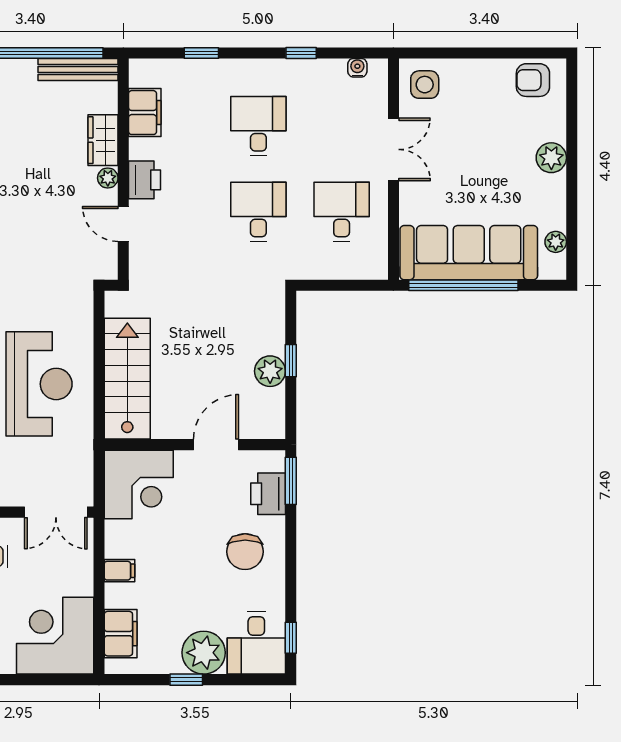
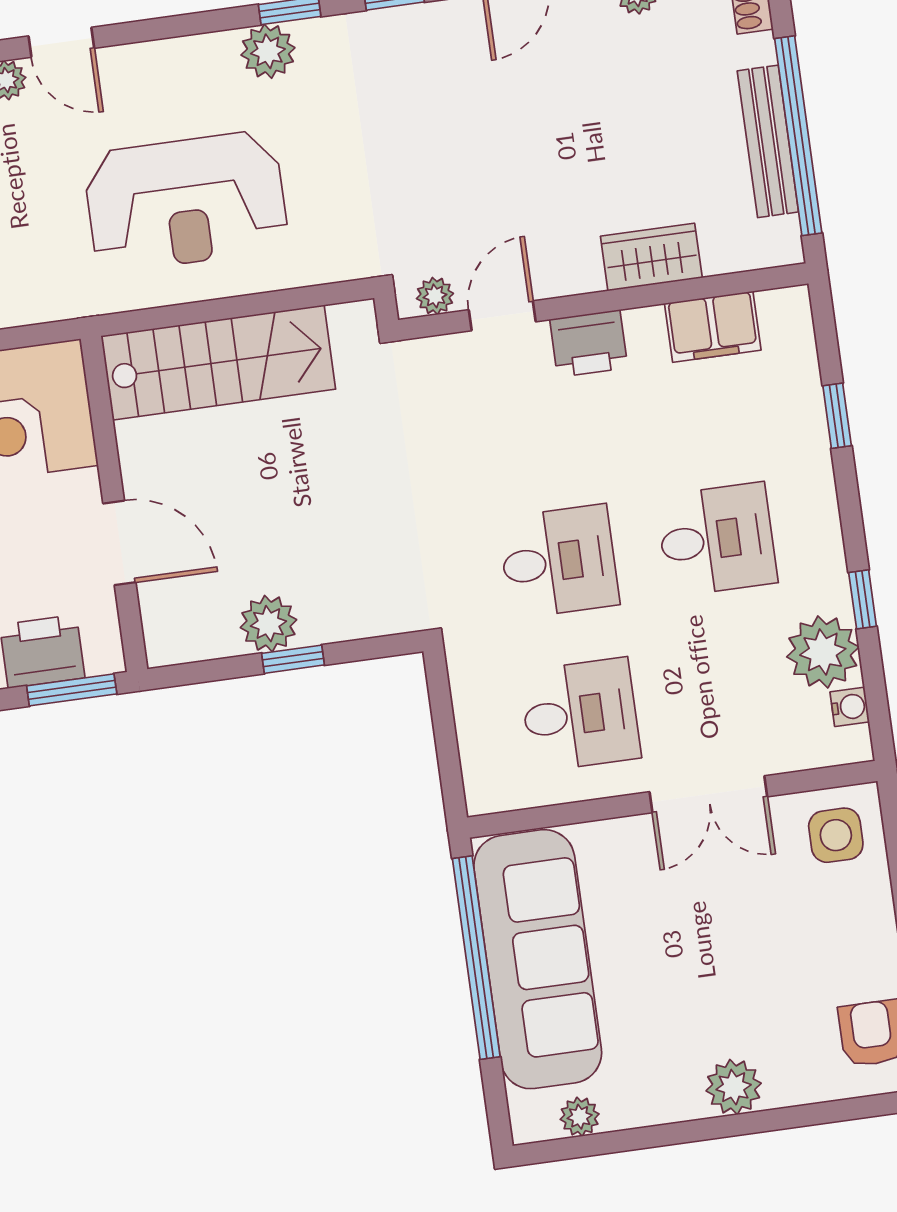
bench: (78, 69) -> (768, 141), moved
plant: (326, 78) -> (823, 652), added
plant: (108, 178) -> (435, 296), moved

